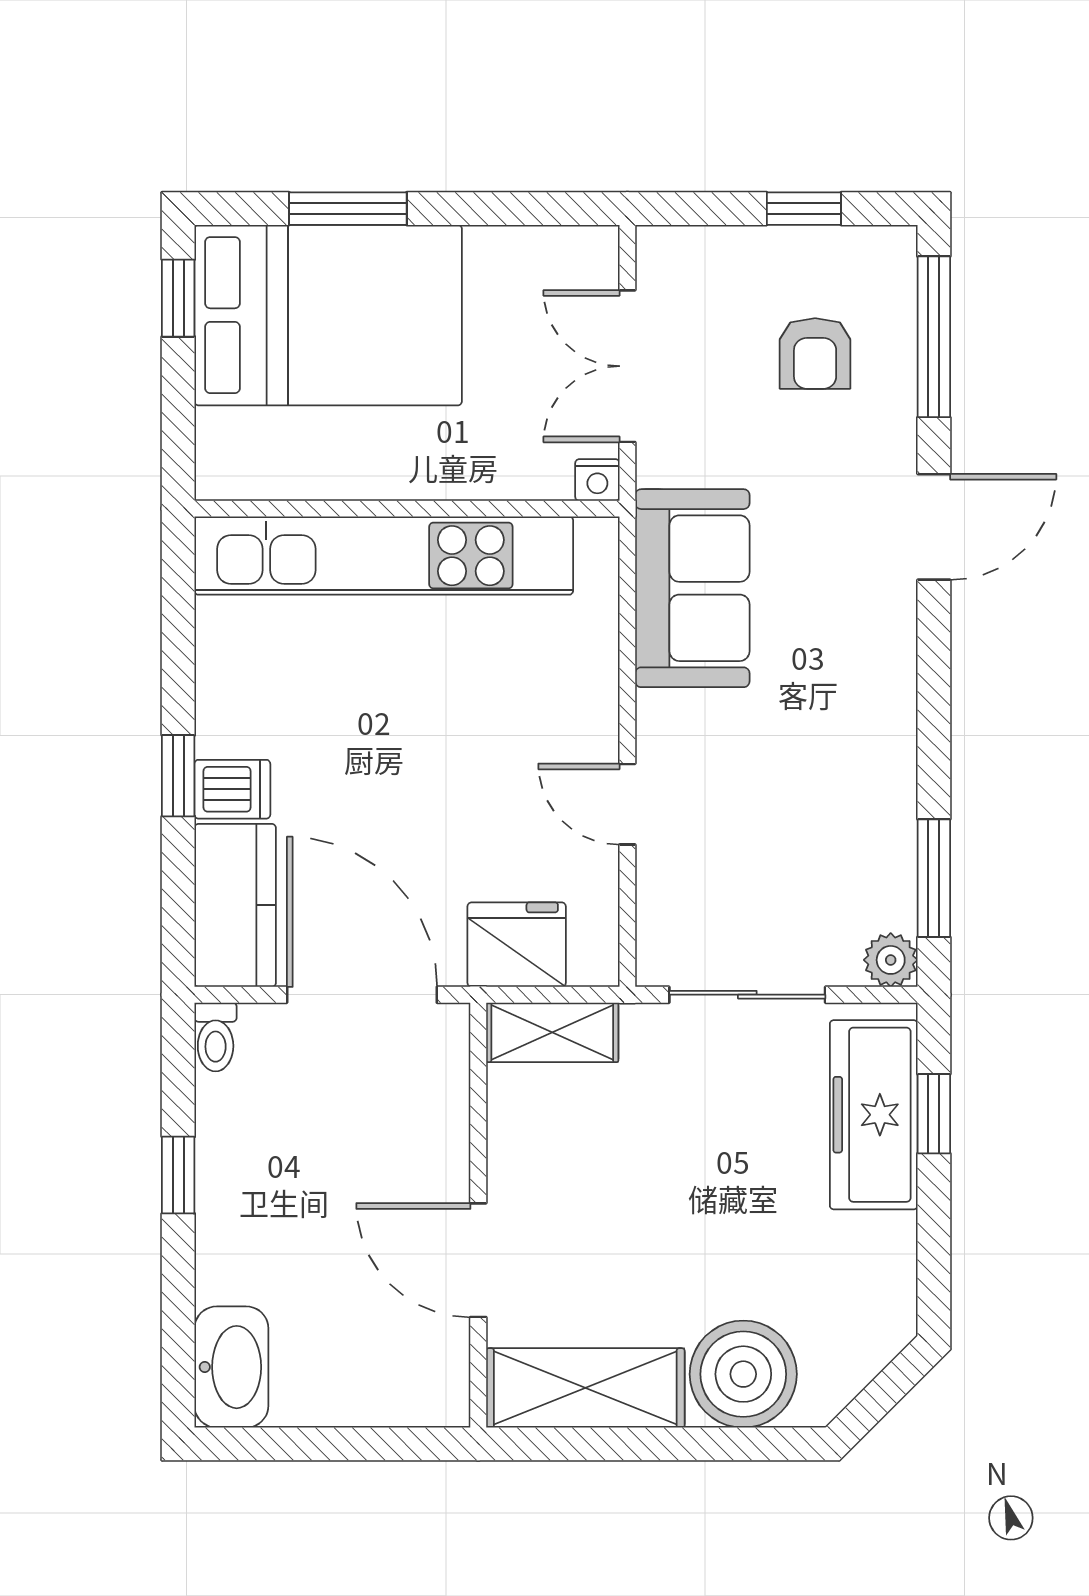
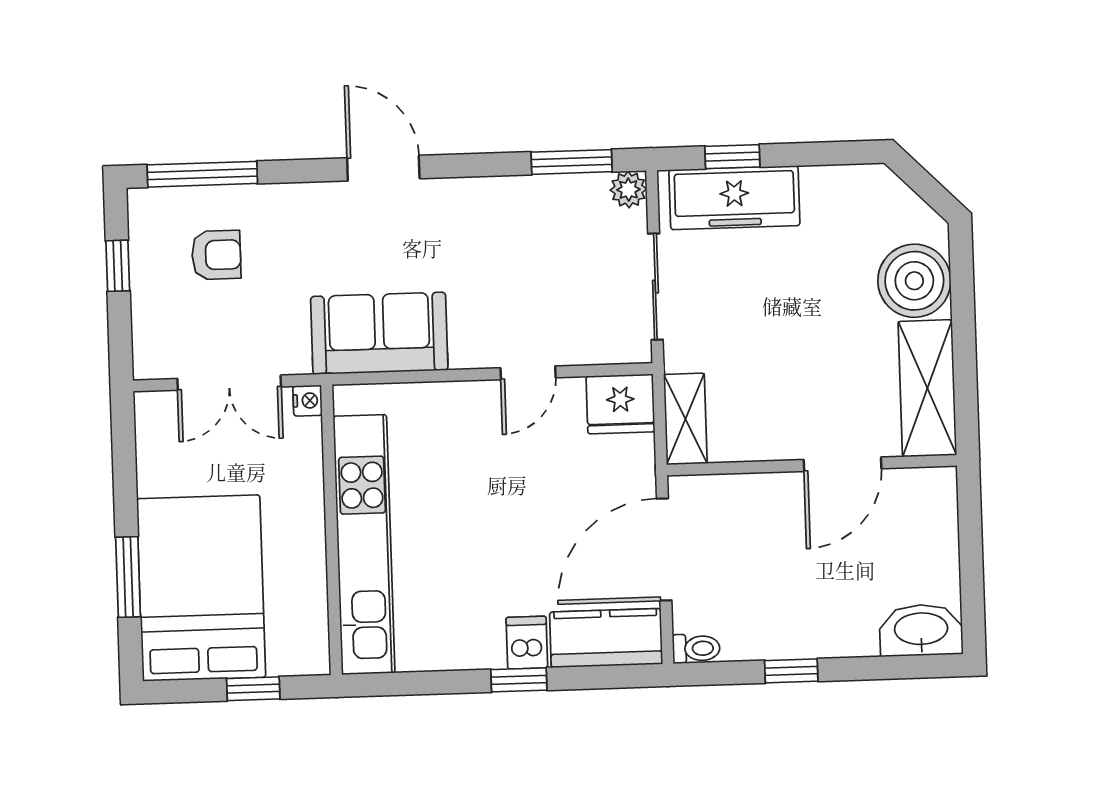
window: (178, 298) -> (253, 689), moved
door: (934, 527) -> (383, 168), moved
fridge: (517, 945) -> (620, 404), moved, turned -90

